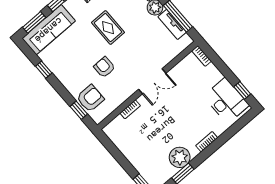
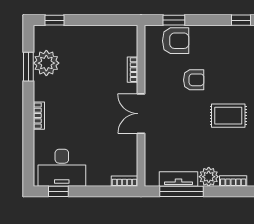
armchair: (90, 98) -> (176, 41), turned -90
plant: (180, 157) -> (46, 63), moved

